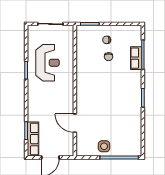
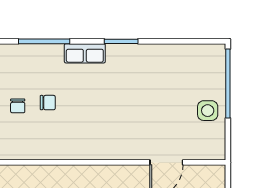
row of seats: (136, 58) -> (85, 53), moved

